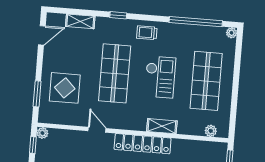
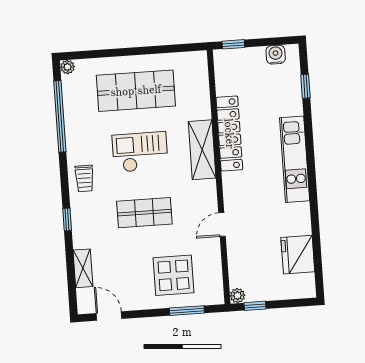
shop shelf: (115, 73) -> (144, 213), width x0.70, depth x0.74
shelving: (162, 126) -> (202, 150), width x1.50, depth x1.33
plant: (211, 131) -> (201, 75), removed
locker: (143, 144) -> (229, 134), moved

